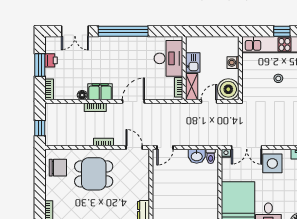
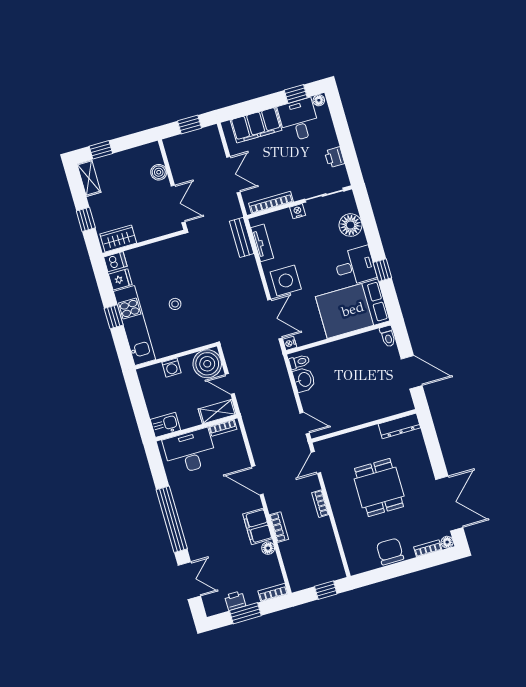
kitchen sink: (193, 62) -> (165, 425), moved
chair: (58, 168) -> (390, 551), moved
dining table: (94, 174) -> (379, 487), moved

